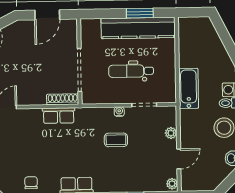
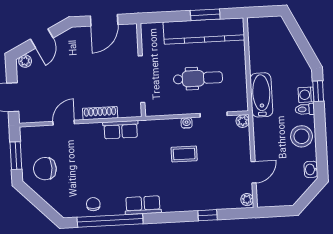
dental chair: (131, 71) -> (198, 78), turned 180
shoe rack: (63, 99) -> (100, 113), moved
plant: (171, 133) -> (243, 121), moved

